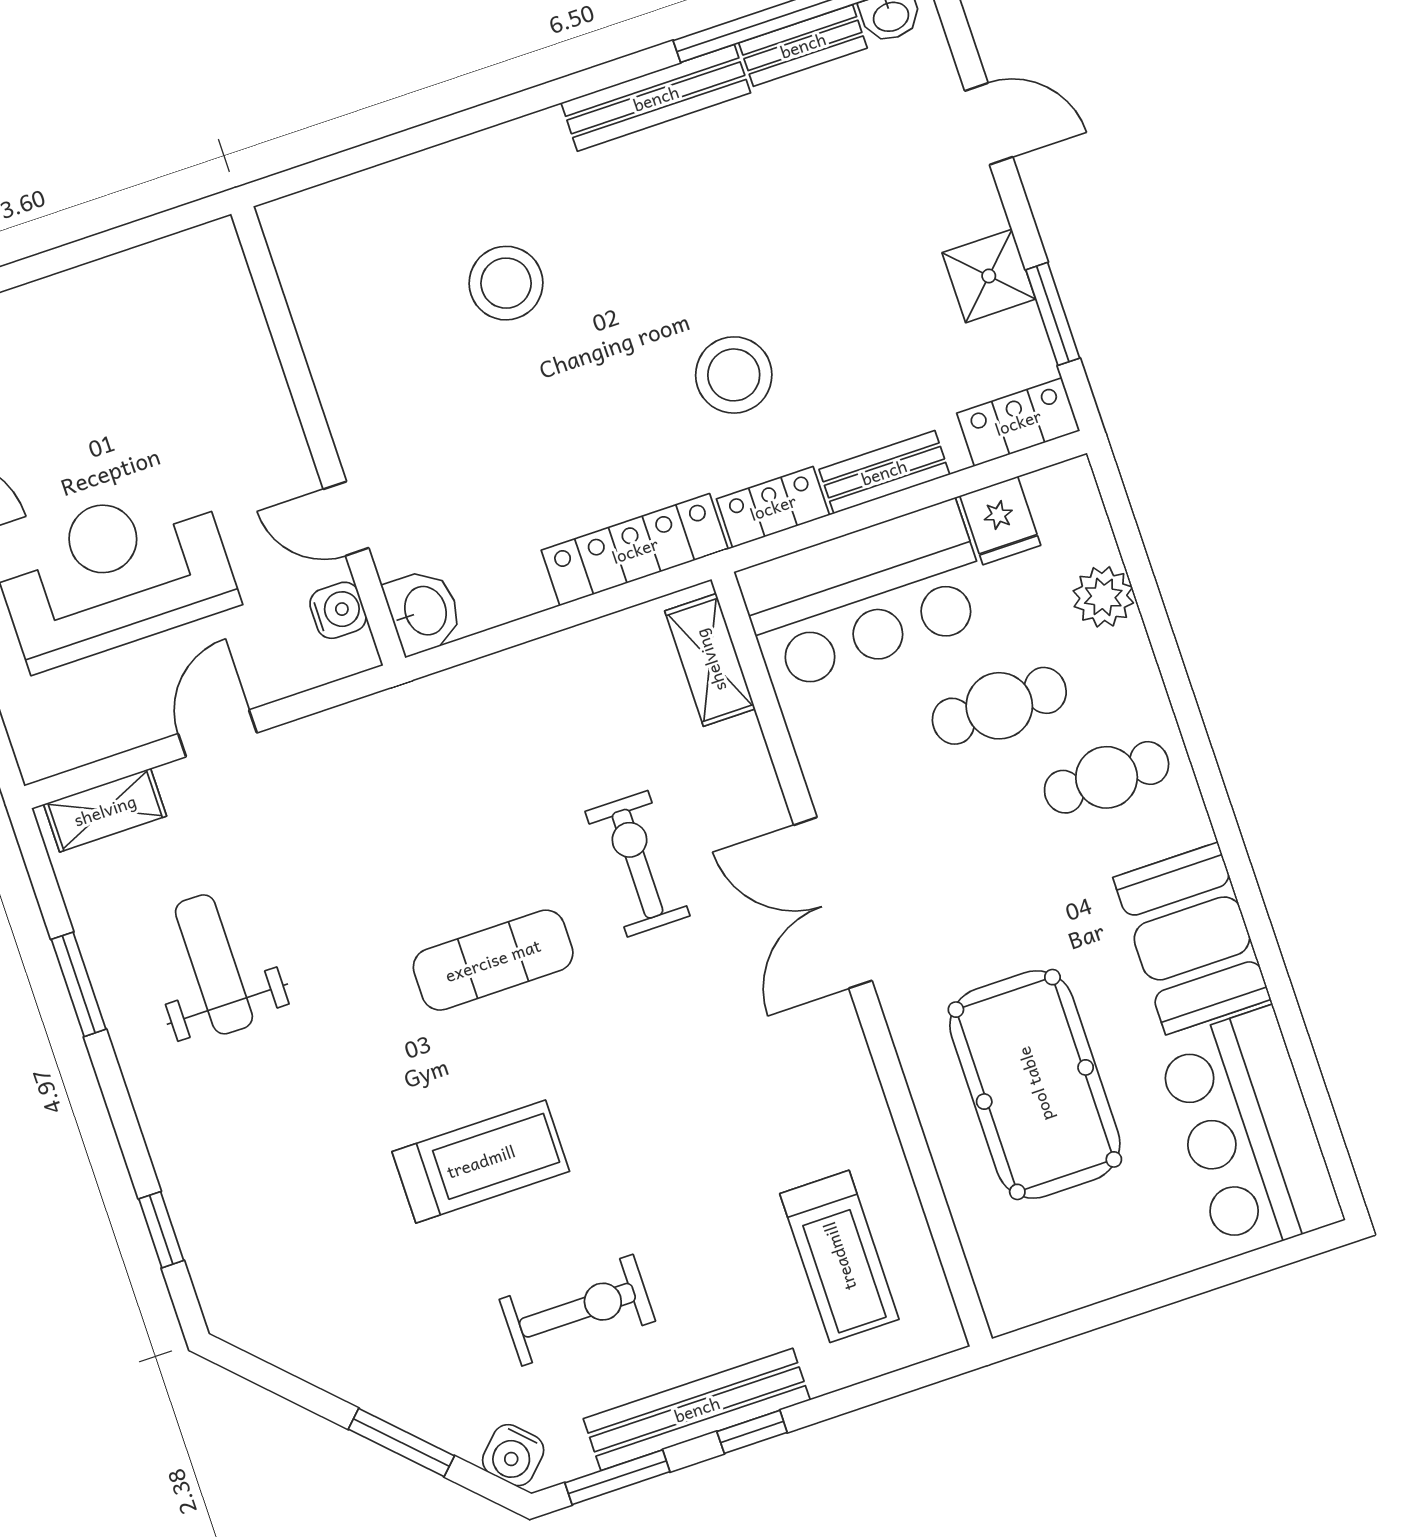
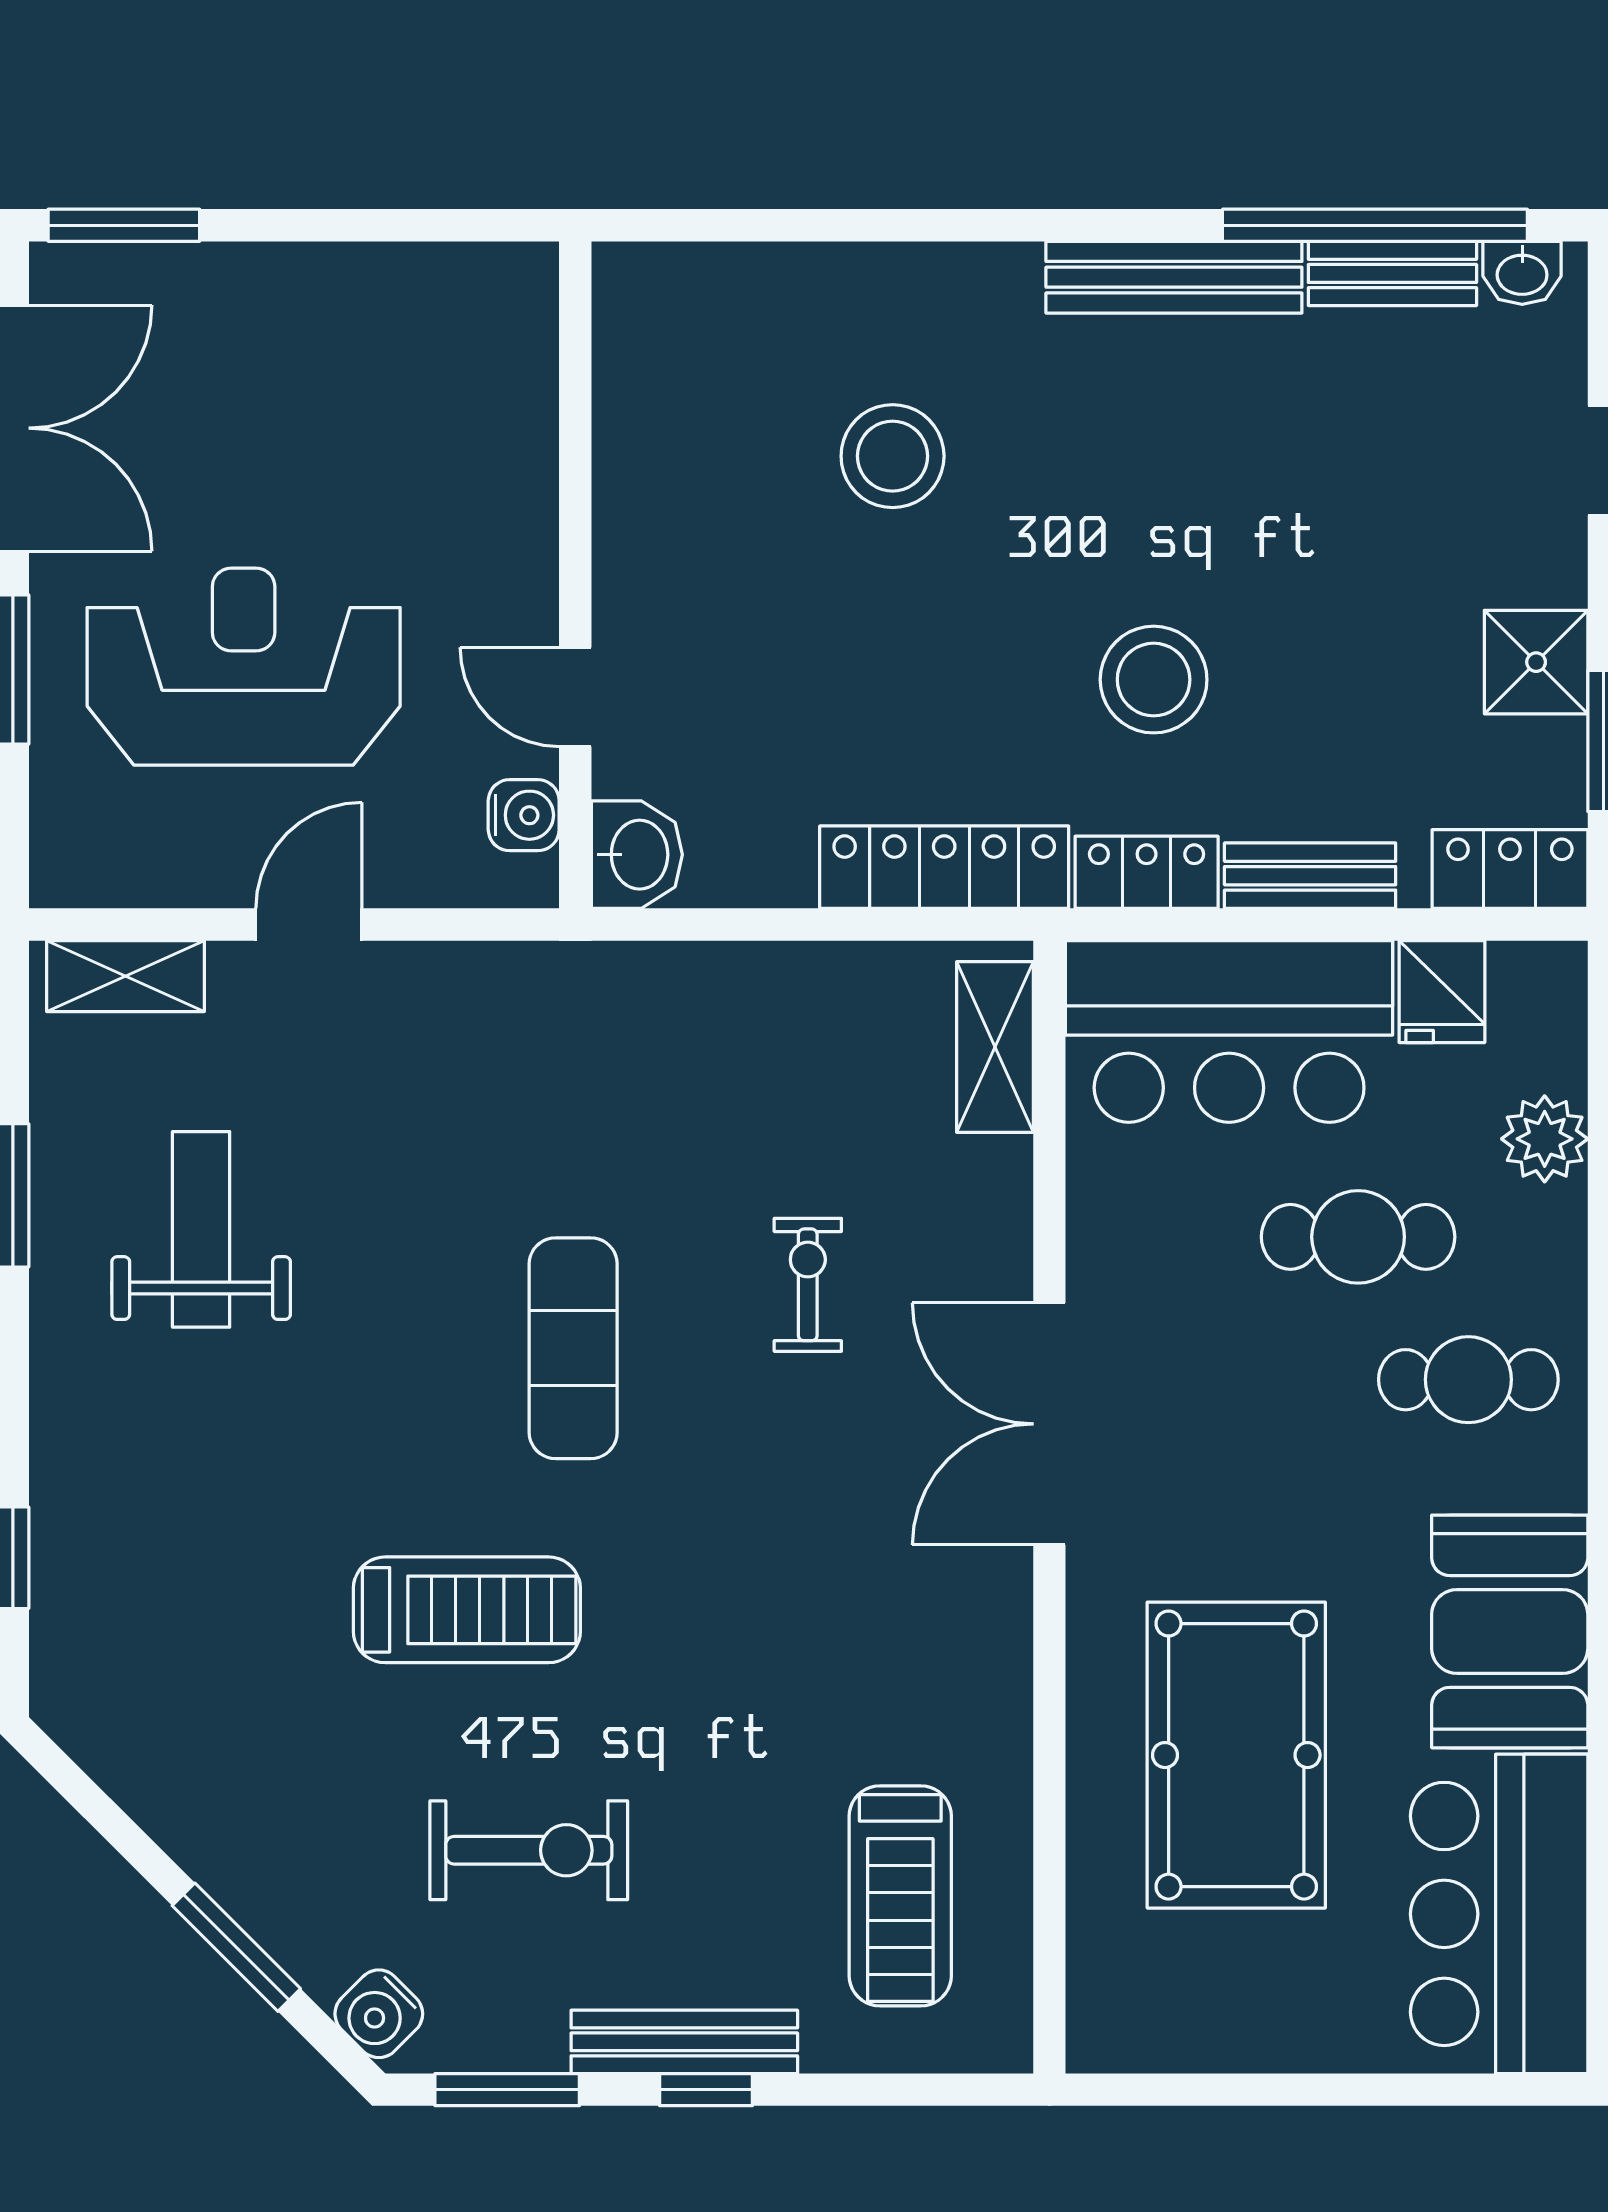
exercise bike: (638, 864) -> (808, 1285), width x0.73, depth x0.72
exercise mat: (493, 960) -> (573, 1348), turned 90
bench: (697, 1409) -> (684, 2042), width x0.73, depth x0.82

